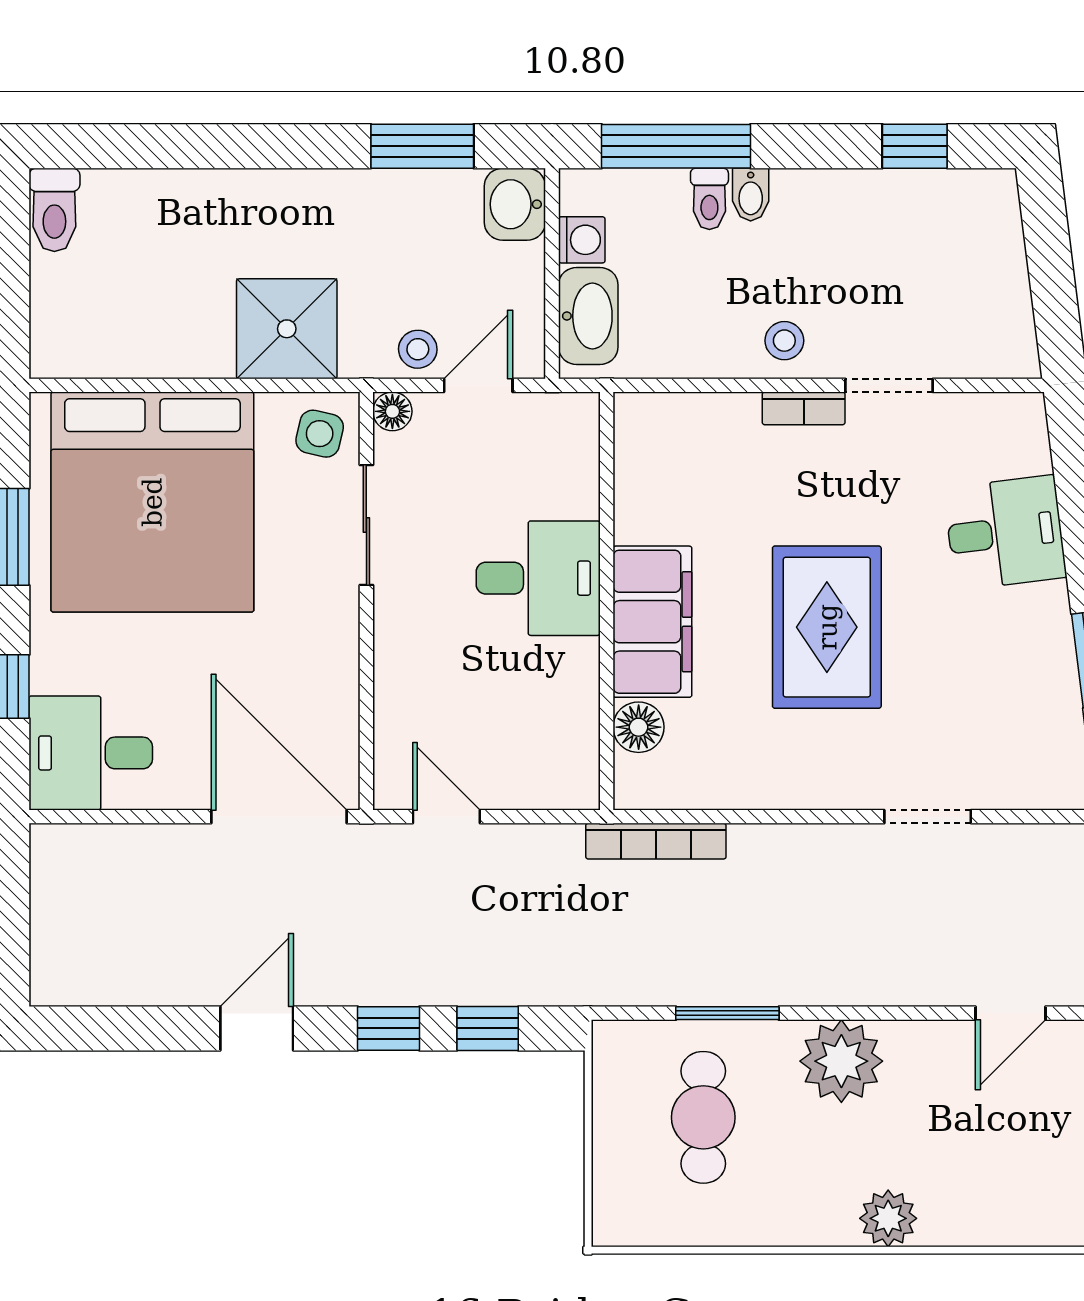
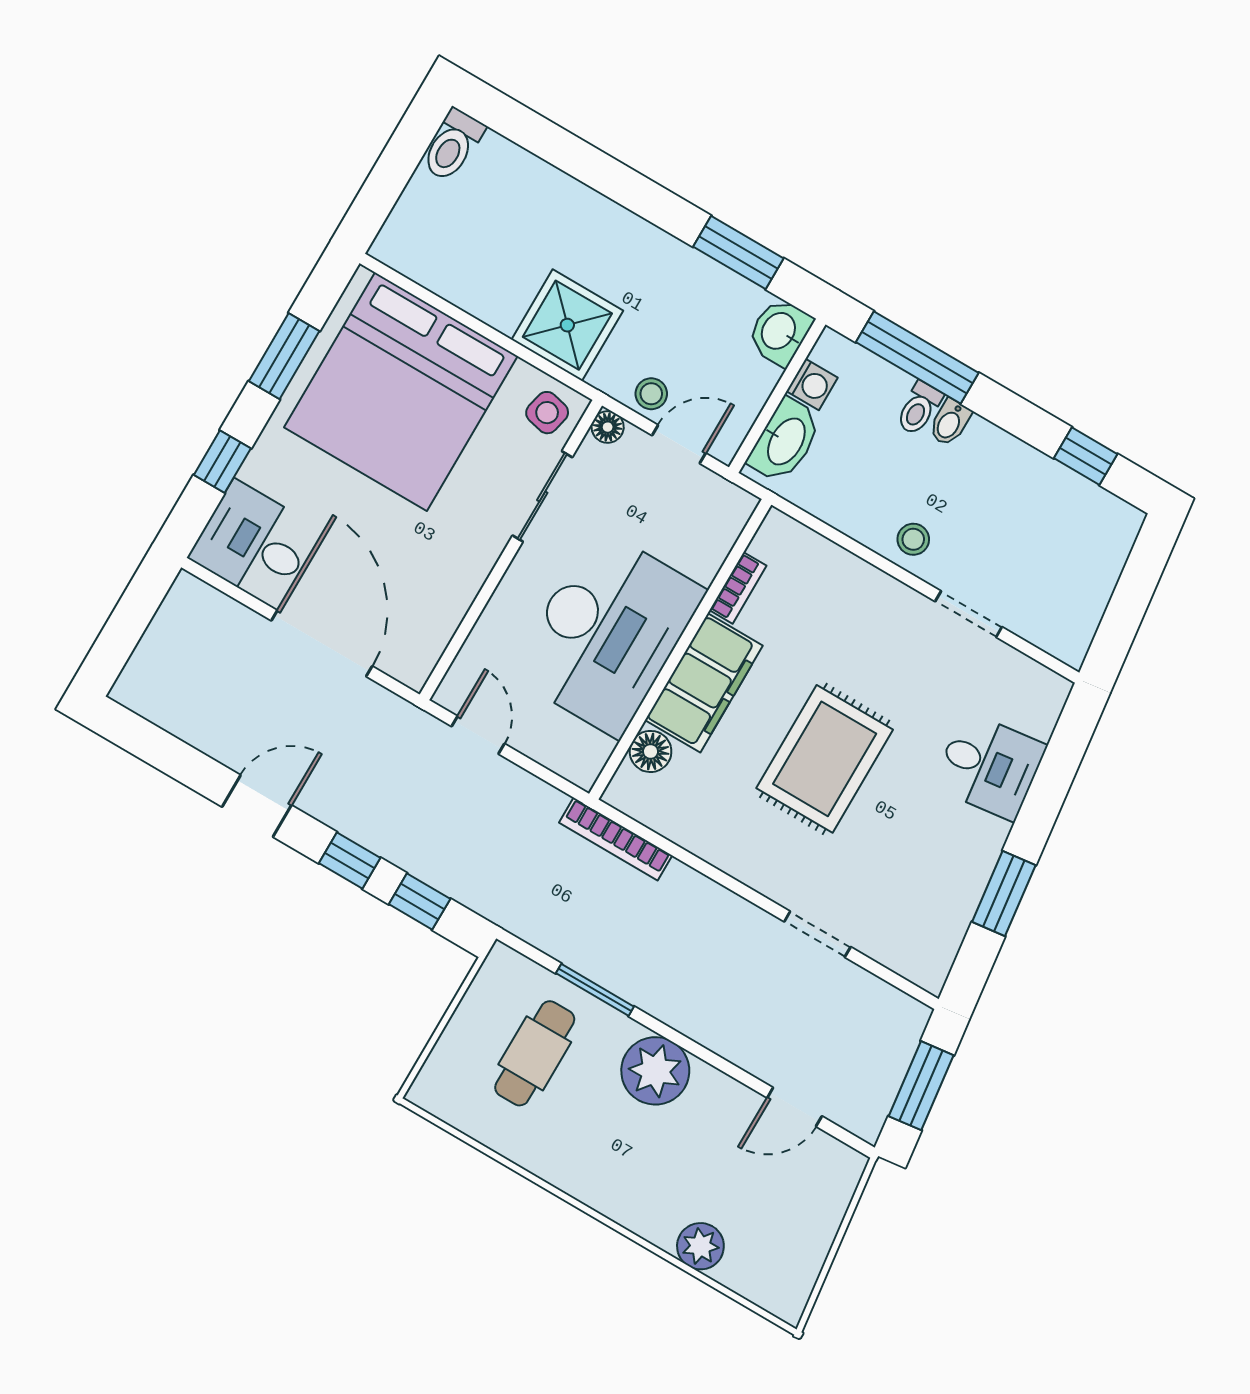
bookcase: (804, 408) -> (738, 588), moved, turned -90
desk: (538, 578) -> (608, 633), width x1.87, depth x1.30
door: (279, 817) -> (322, 643), moved
plant: (888, 1218) -> (700, 1246), moved

